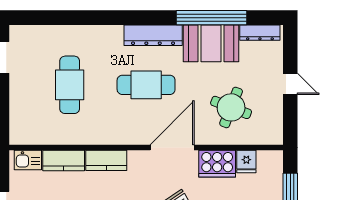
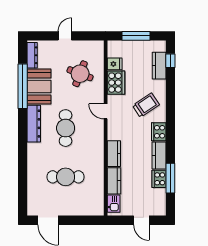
door: (172, 148) -> (106, 111), width x0.53

